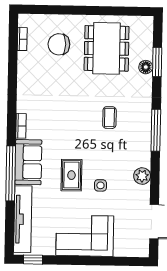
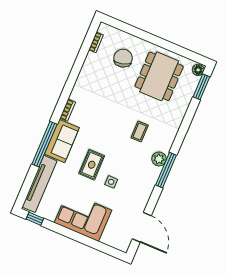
chair: (59, 44) -> (123, 58), turned 75
window: (157, 62) -> (201, 87), moved
floor lamp: (146, 67) -> (198, 70), moved
window: (156, 130) -> (166, 170), moved
plant: (142, 176) -> (159, 159), moved

